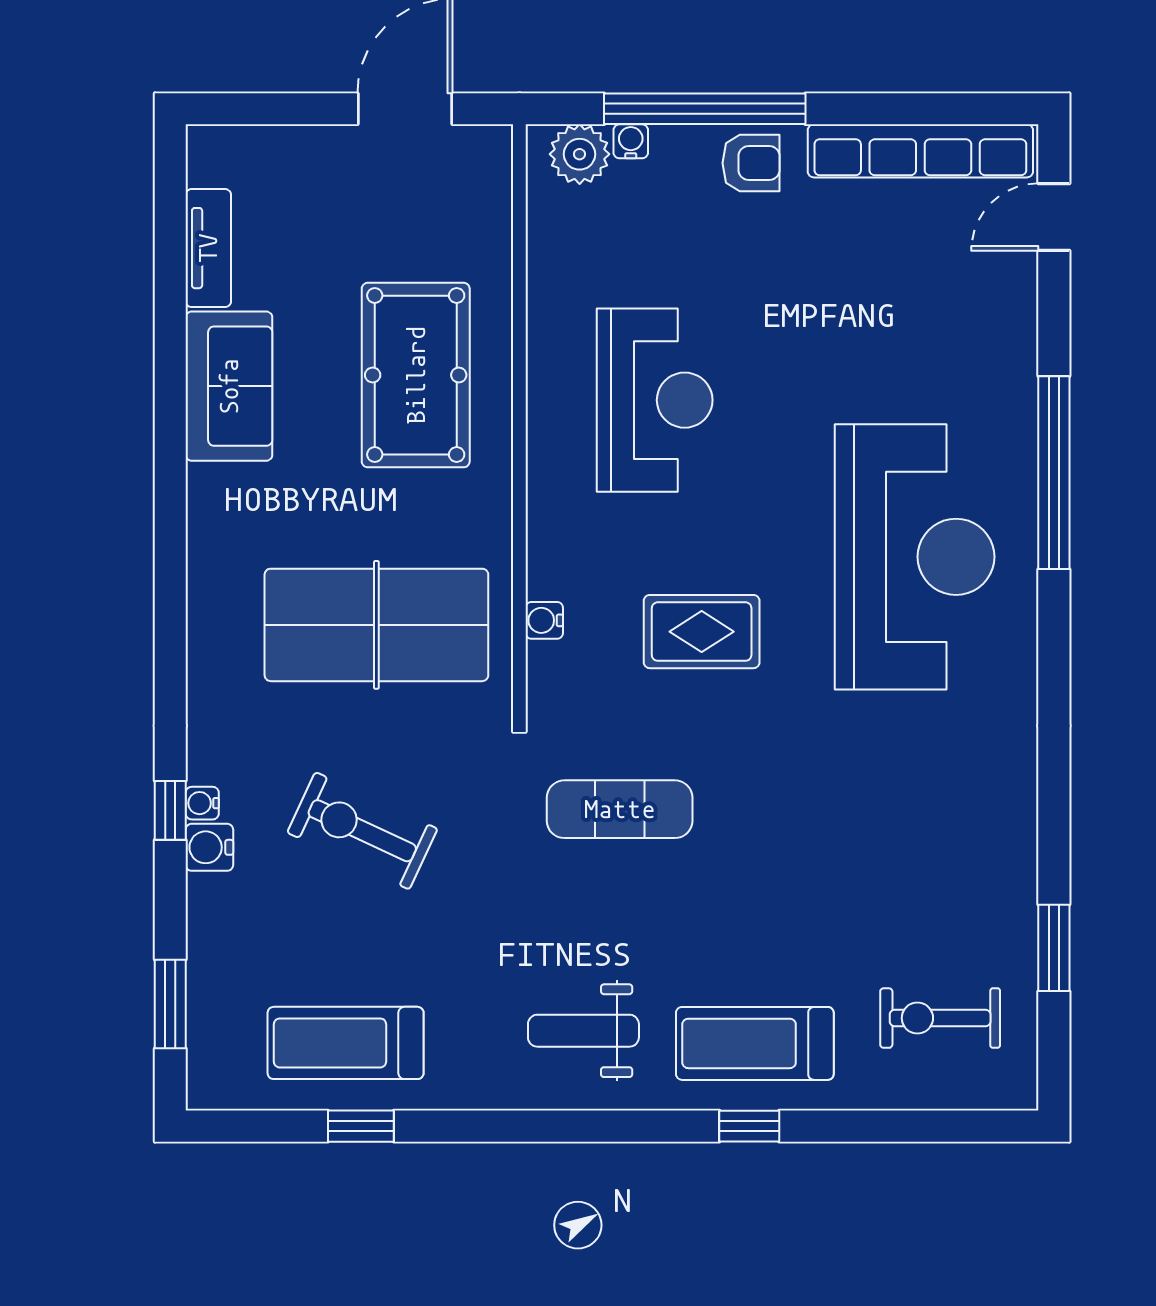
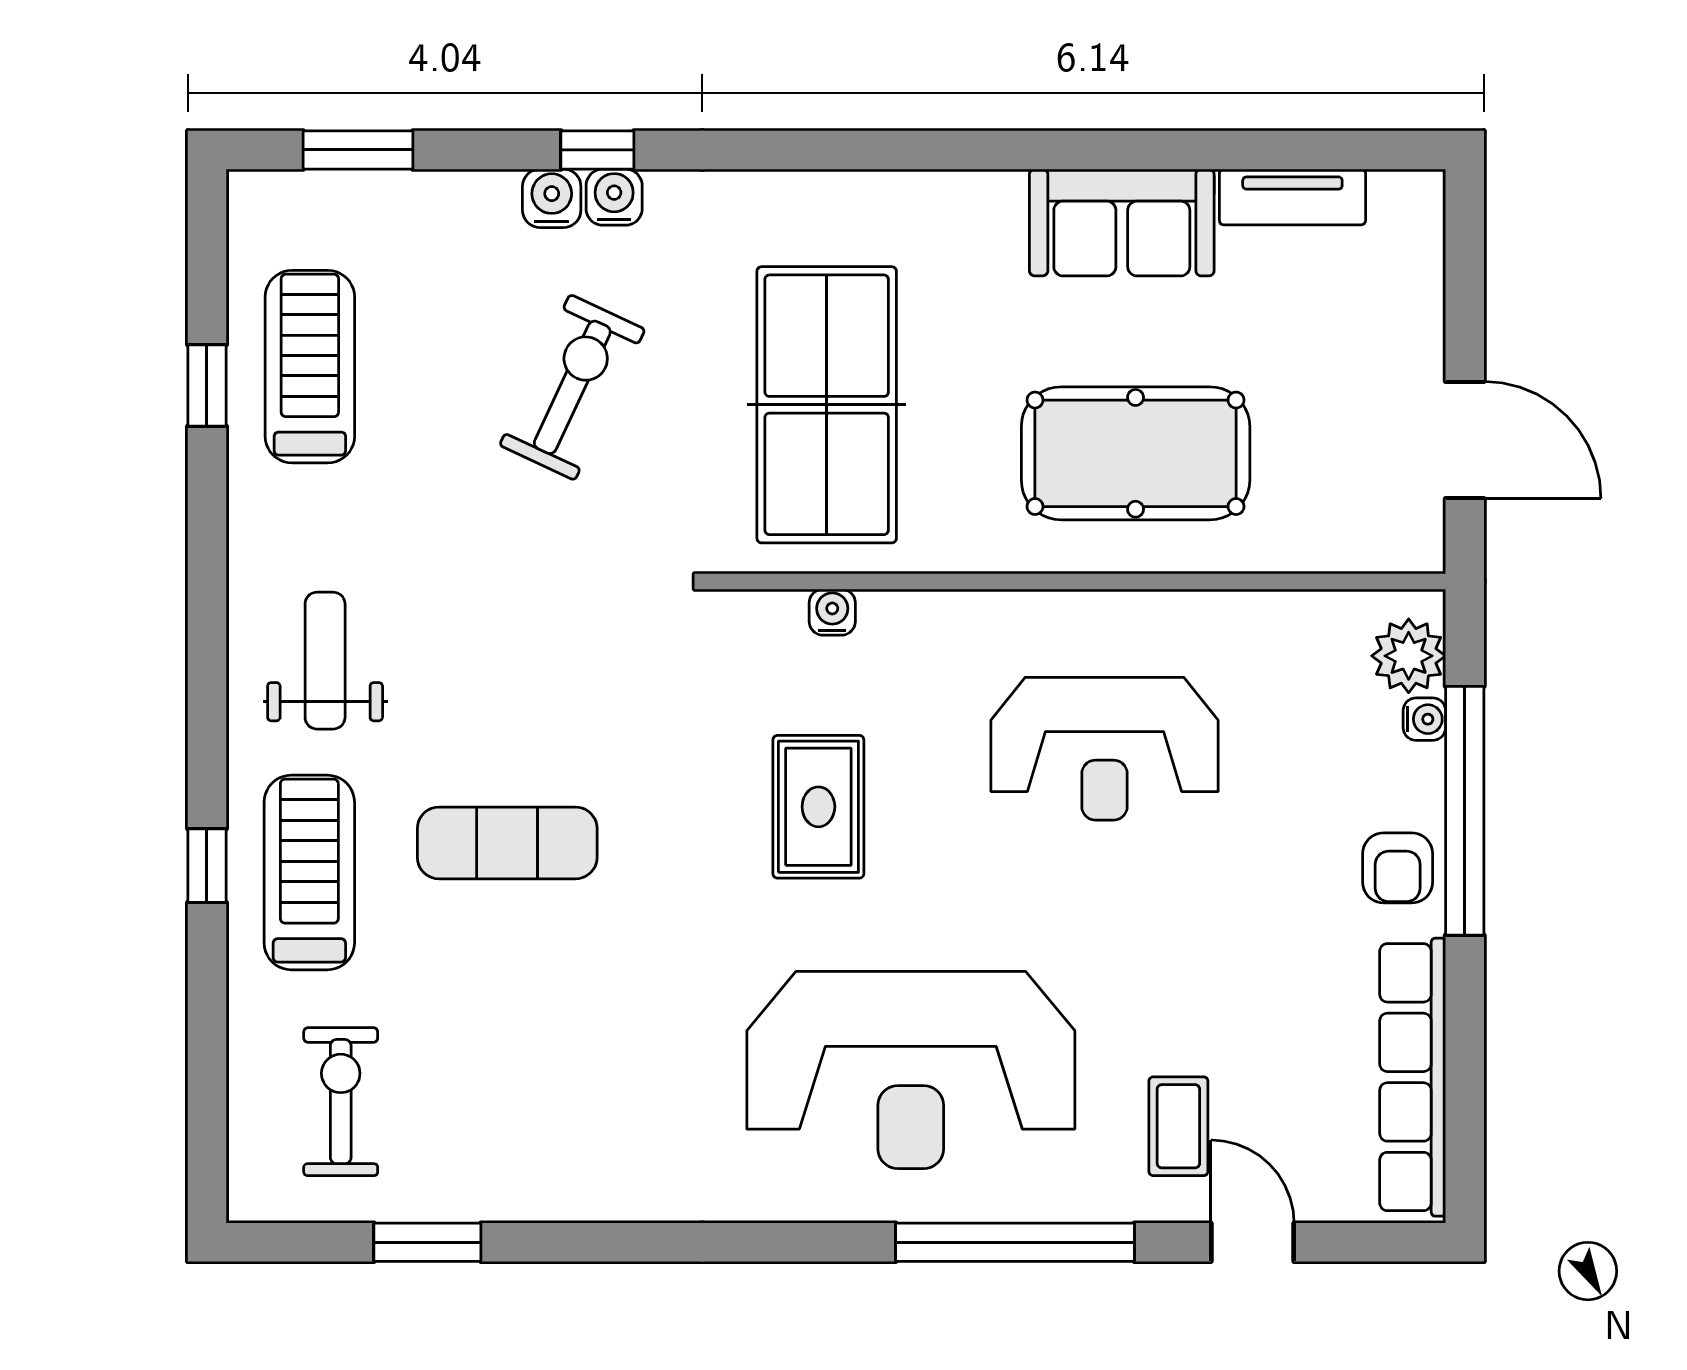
door: (1054, 217) -> (1252, 1242), moved
coffee table: (960, 340) -> (1178, 1126), added
water cooler: (202, 803) -> (614, 197), width x1.38, depth x1.38
exercise mat: (620, 809) -> (507, 843), moved, turned 90

